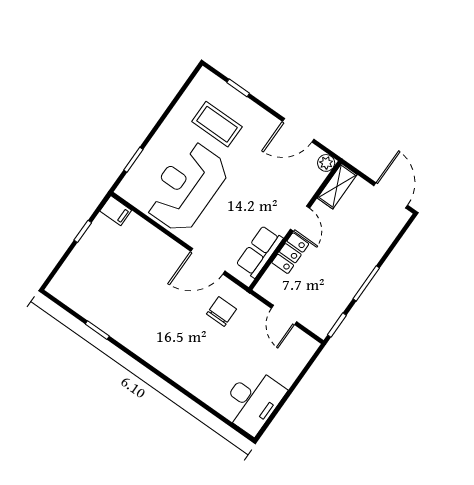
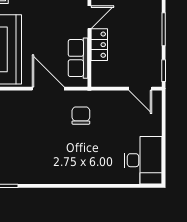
door: (300, 219) -> (89, 17), hinge flipped
door: (208, 261) -> (48, 89), swing flipped
door: (284, 315) -> (140, 89), moved

